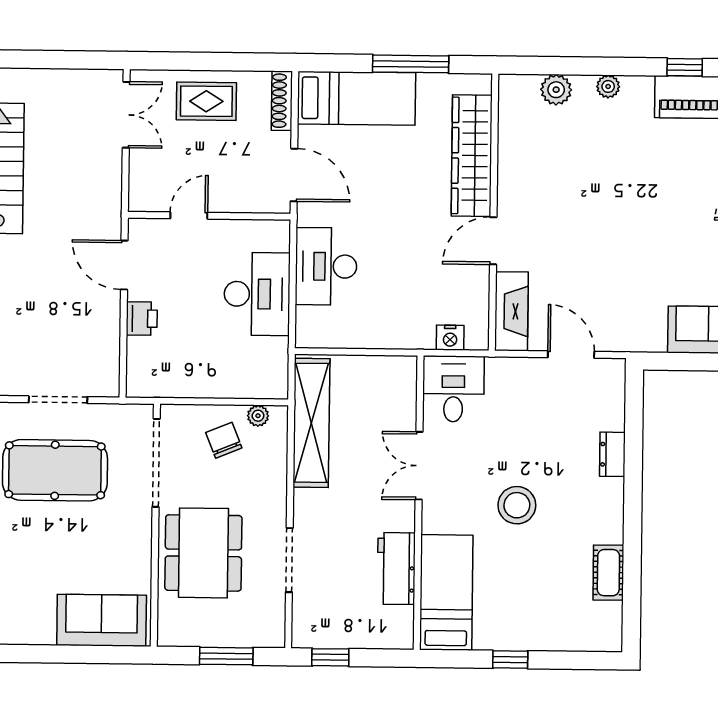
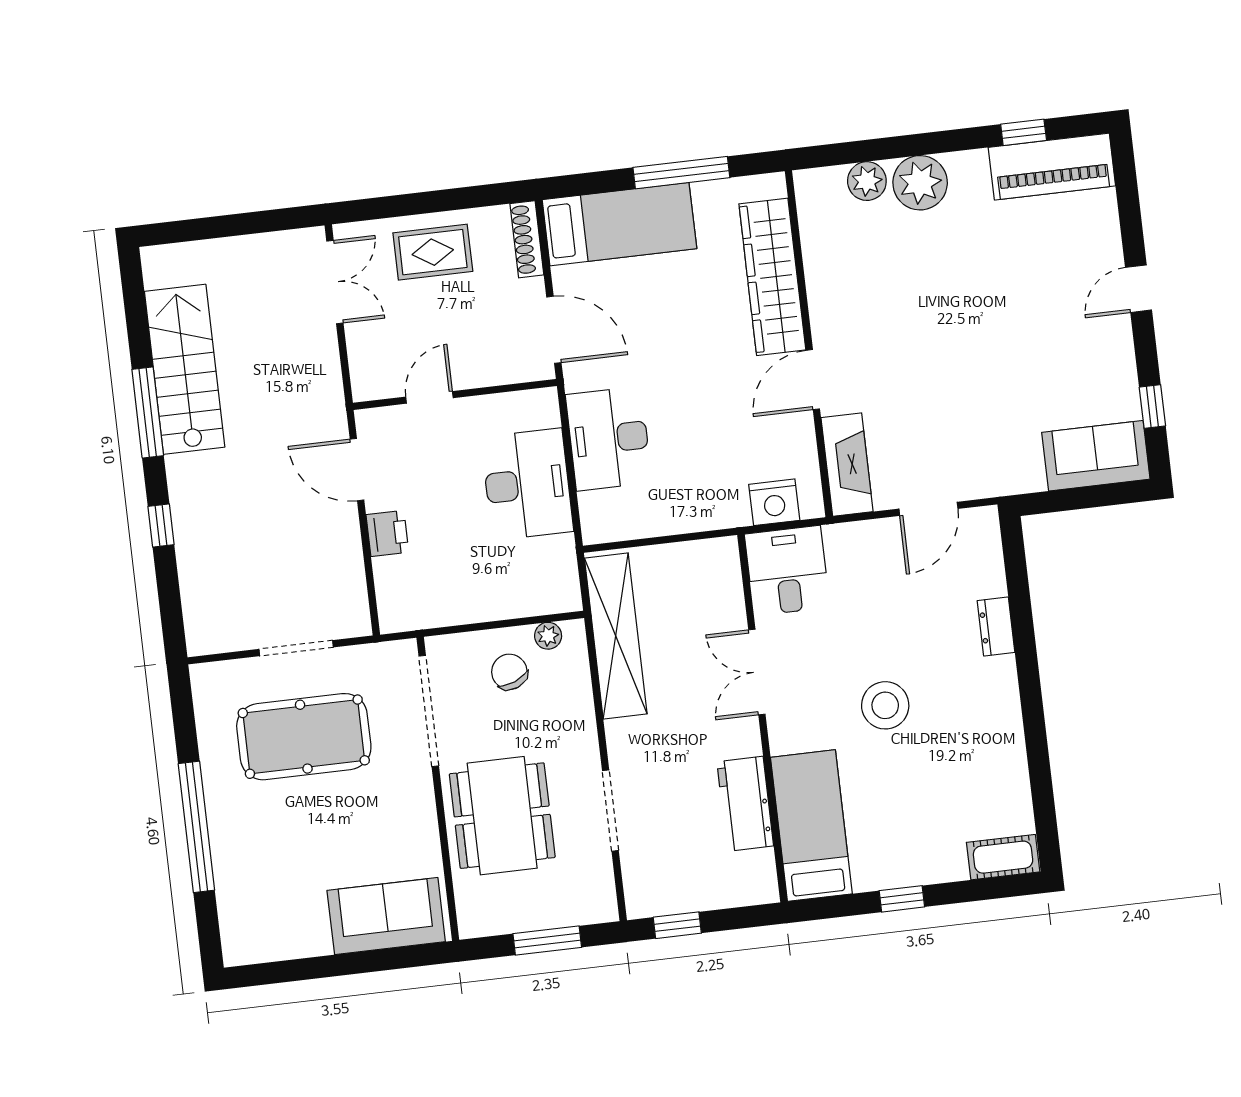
plant: (608, 86) -> (920, 183), width x1.87, depth x1.87
nightstand: (450, 338) -> (774, 502), width x1.36, depth x1.33
door: (571, 355) -> (928, 509), swing flipped
cot: (608, 573) -> (1003, 857), moved, turned 90

